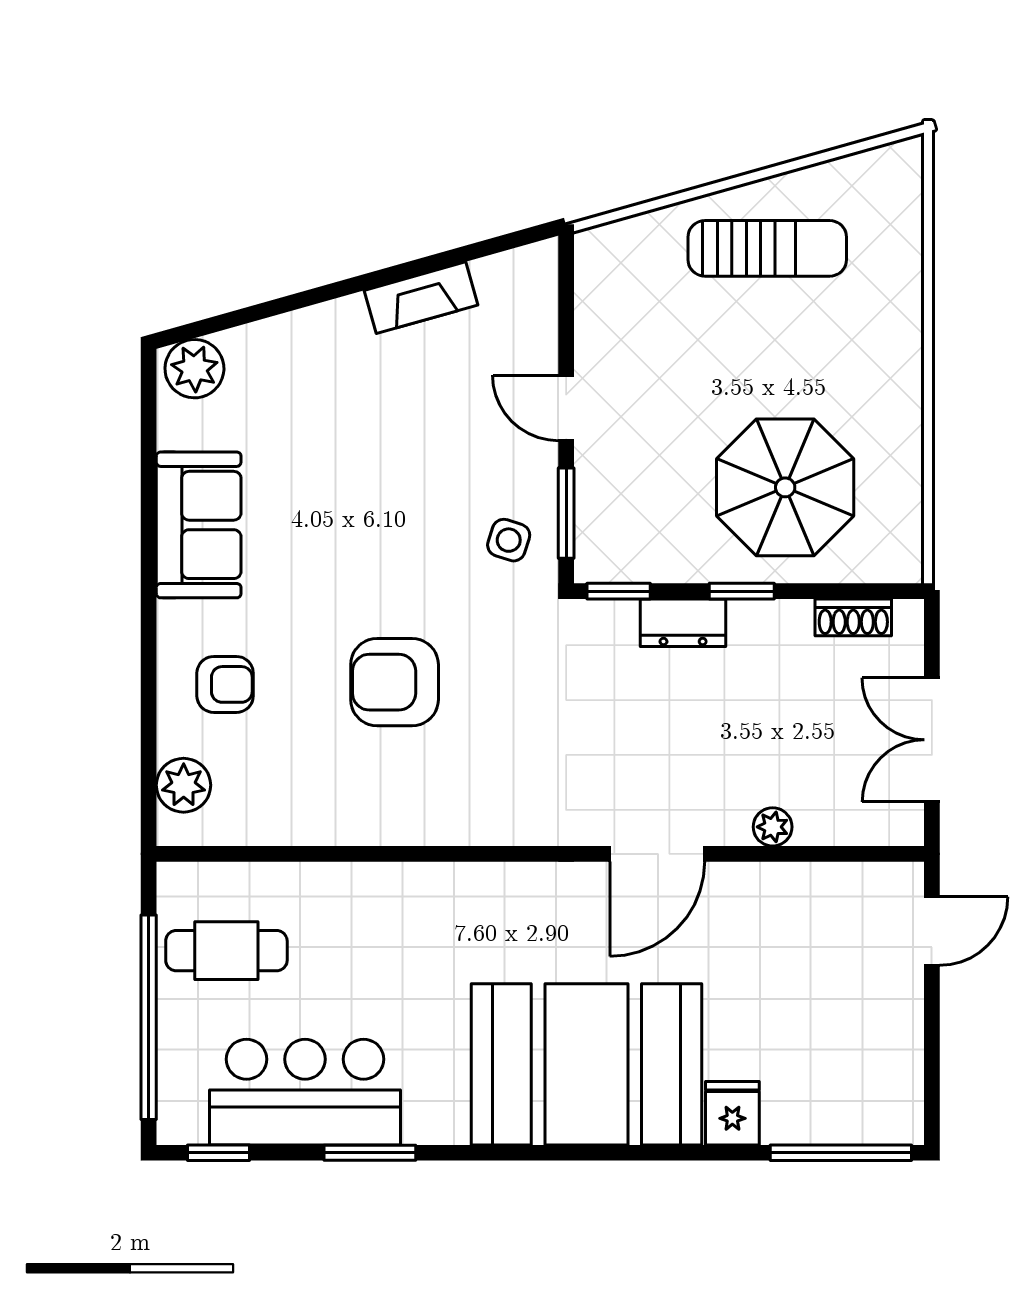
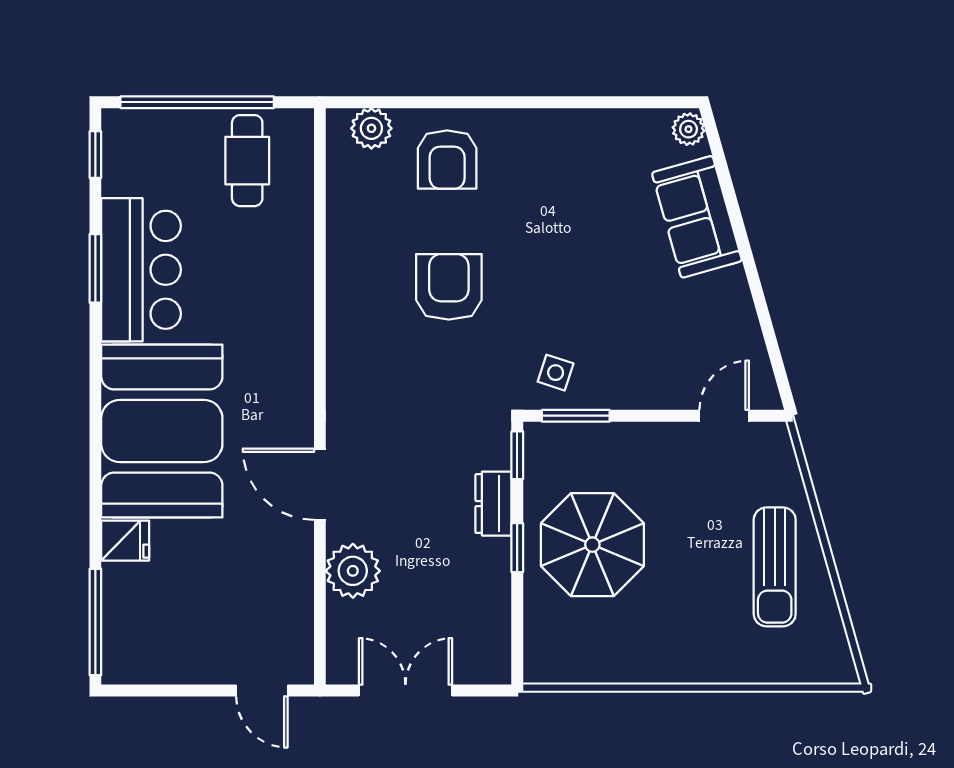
fireplace: (421, 298) -> (738, 307), removed
plant: (194, 369) -> (688, 129), width x0.73, depth x0.73
door: (566, 408) -> (724, 416), moved
parasol: (785, 487) -> (592, 545), moved
sofa: (199, 525) -> (697, 217), moved, turned 74
shoe rack: (853, 617) -> (497, 631), removed
armchair: (225, 684) -> (447, 160), width x1.38, depth x1.38
plant: (773, 827) -> (353, 571), width x1.87, depth x1.87
bar counter: (305, 1092) -> (141, 270), moved

